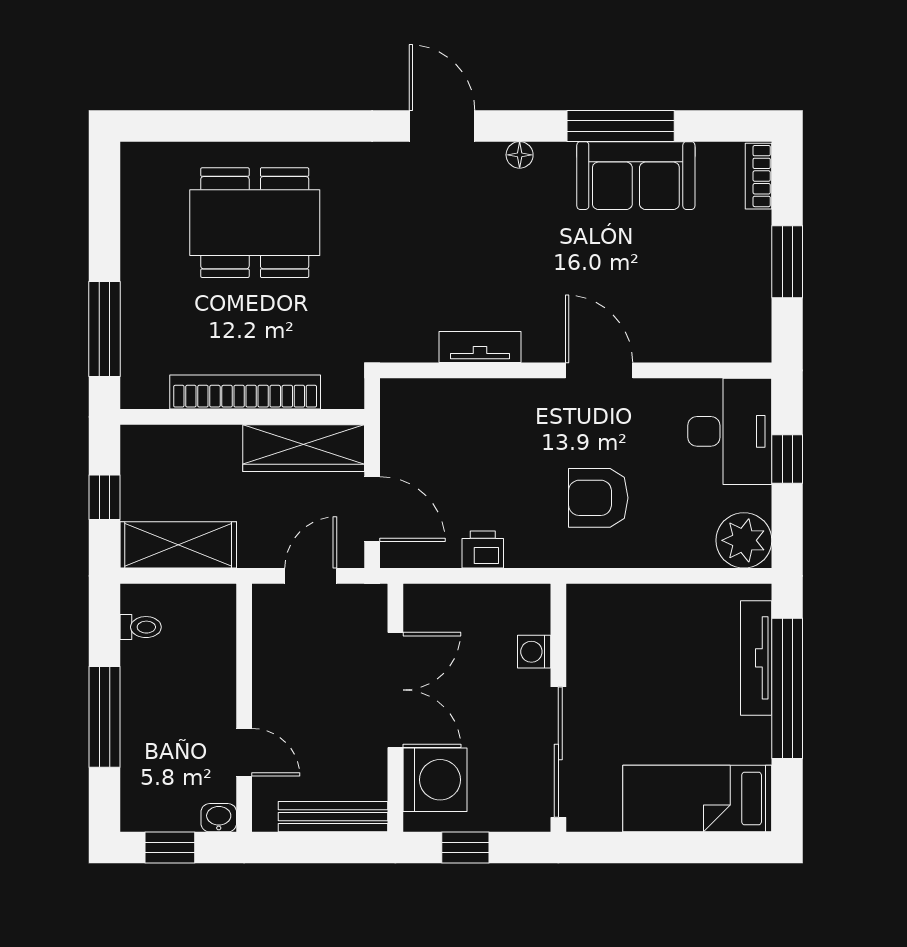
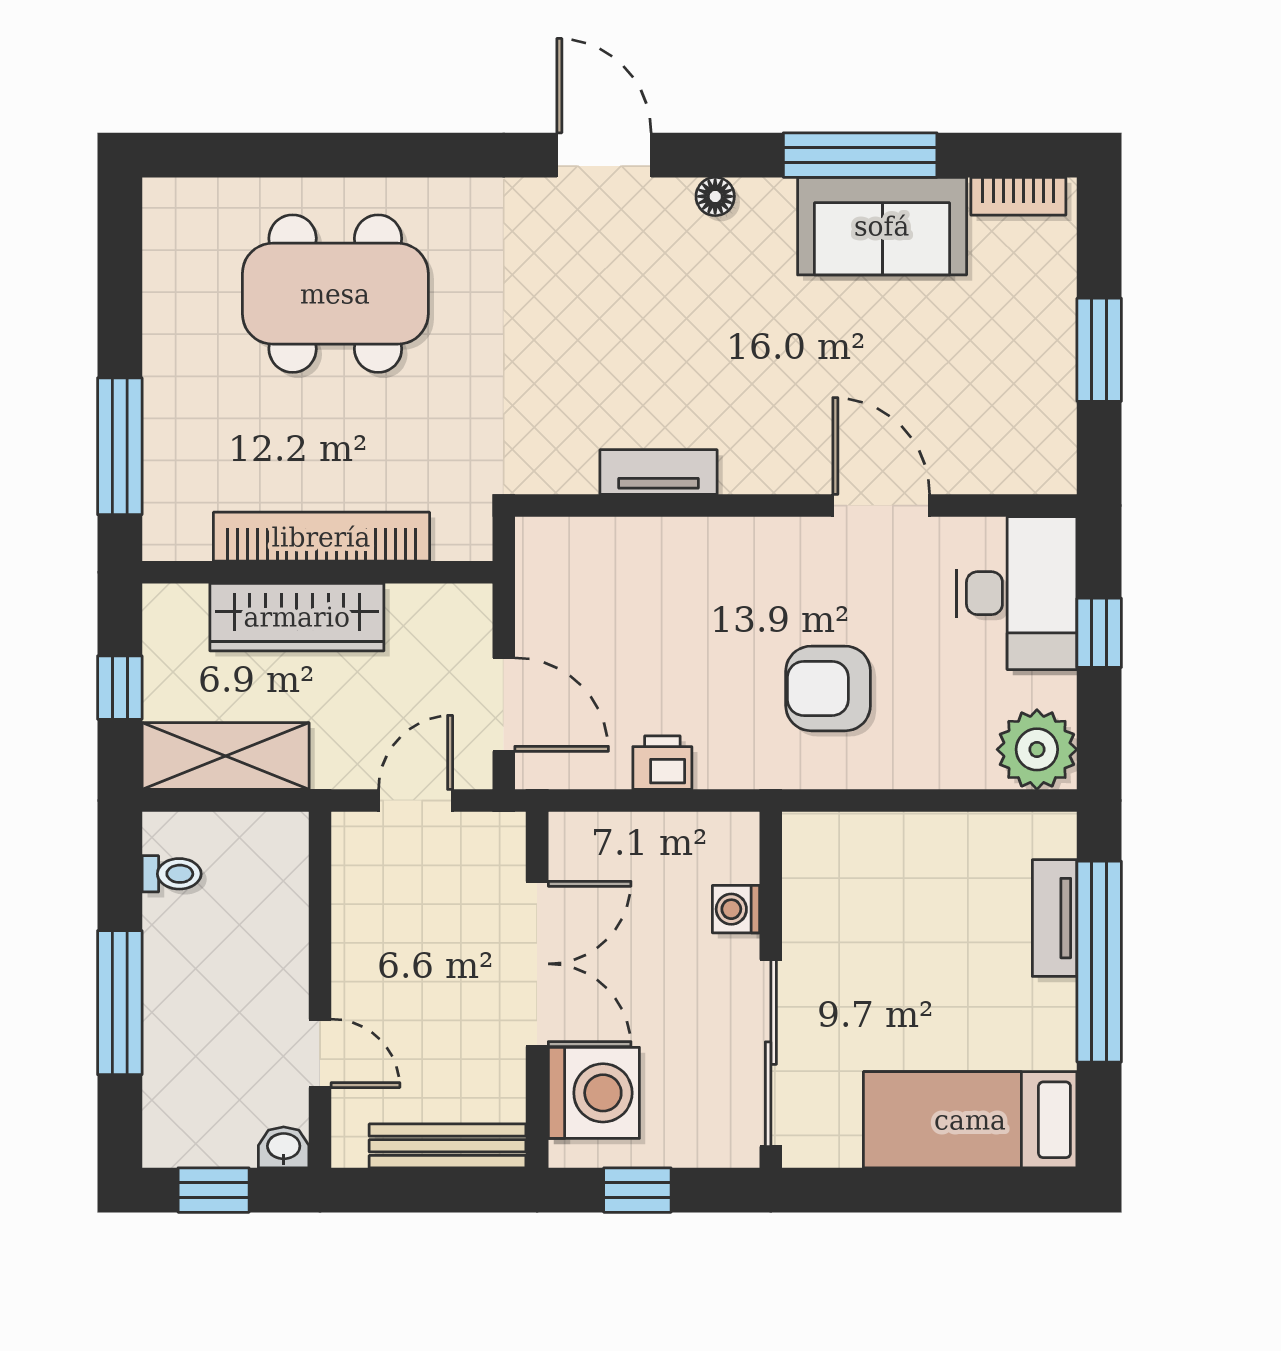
bookcase: (758, 176) -> (1018, 196), moved, turned -90
door: (599, 370) -> (881, 506), moved
wardrobe: (304, 448) -> (297, 617), moved
tv unit: (756, 658) -> (1055, 918), width x0.71

